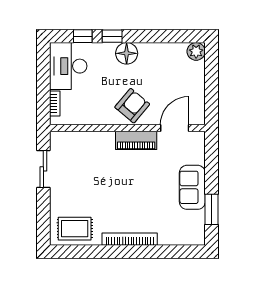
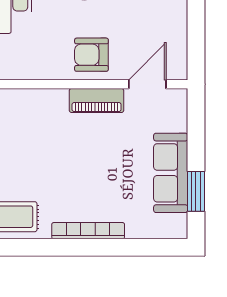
armchair: (132, 106) -> (91, 55), turned -130
sofa: (192, 187) -> (171, 173), width x1.36

